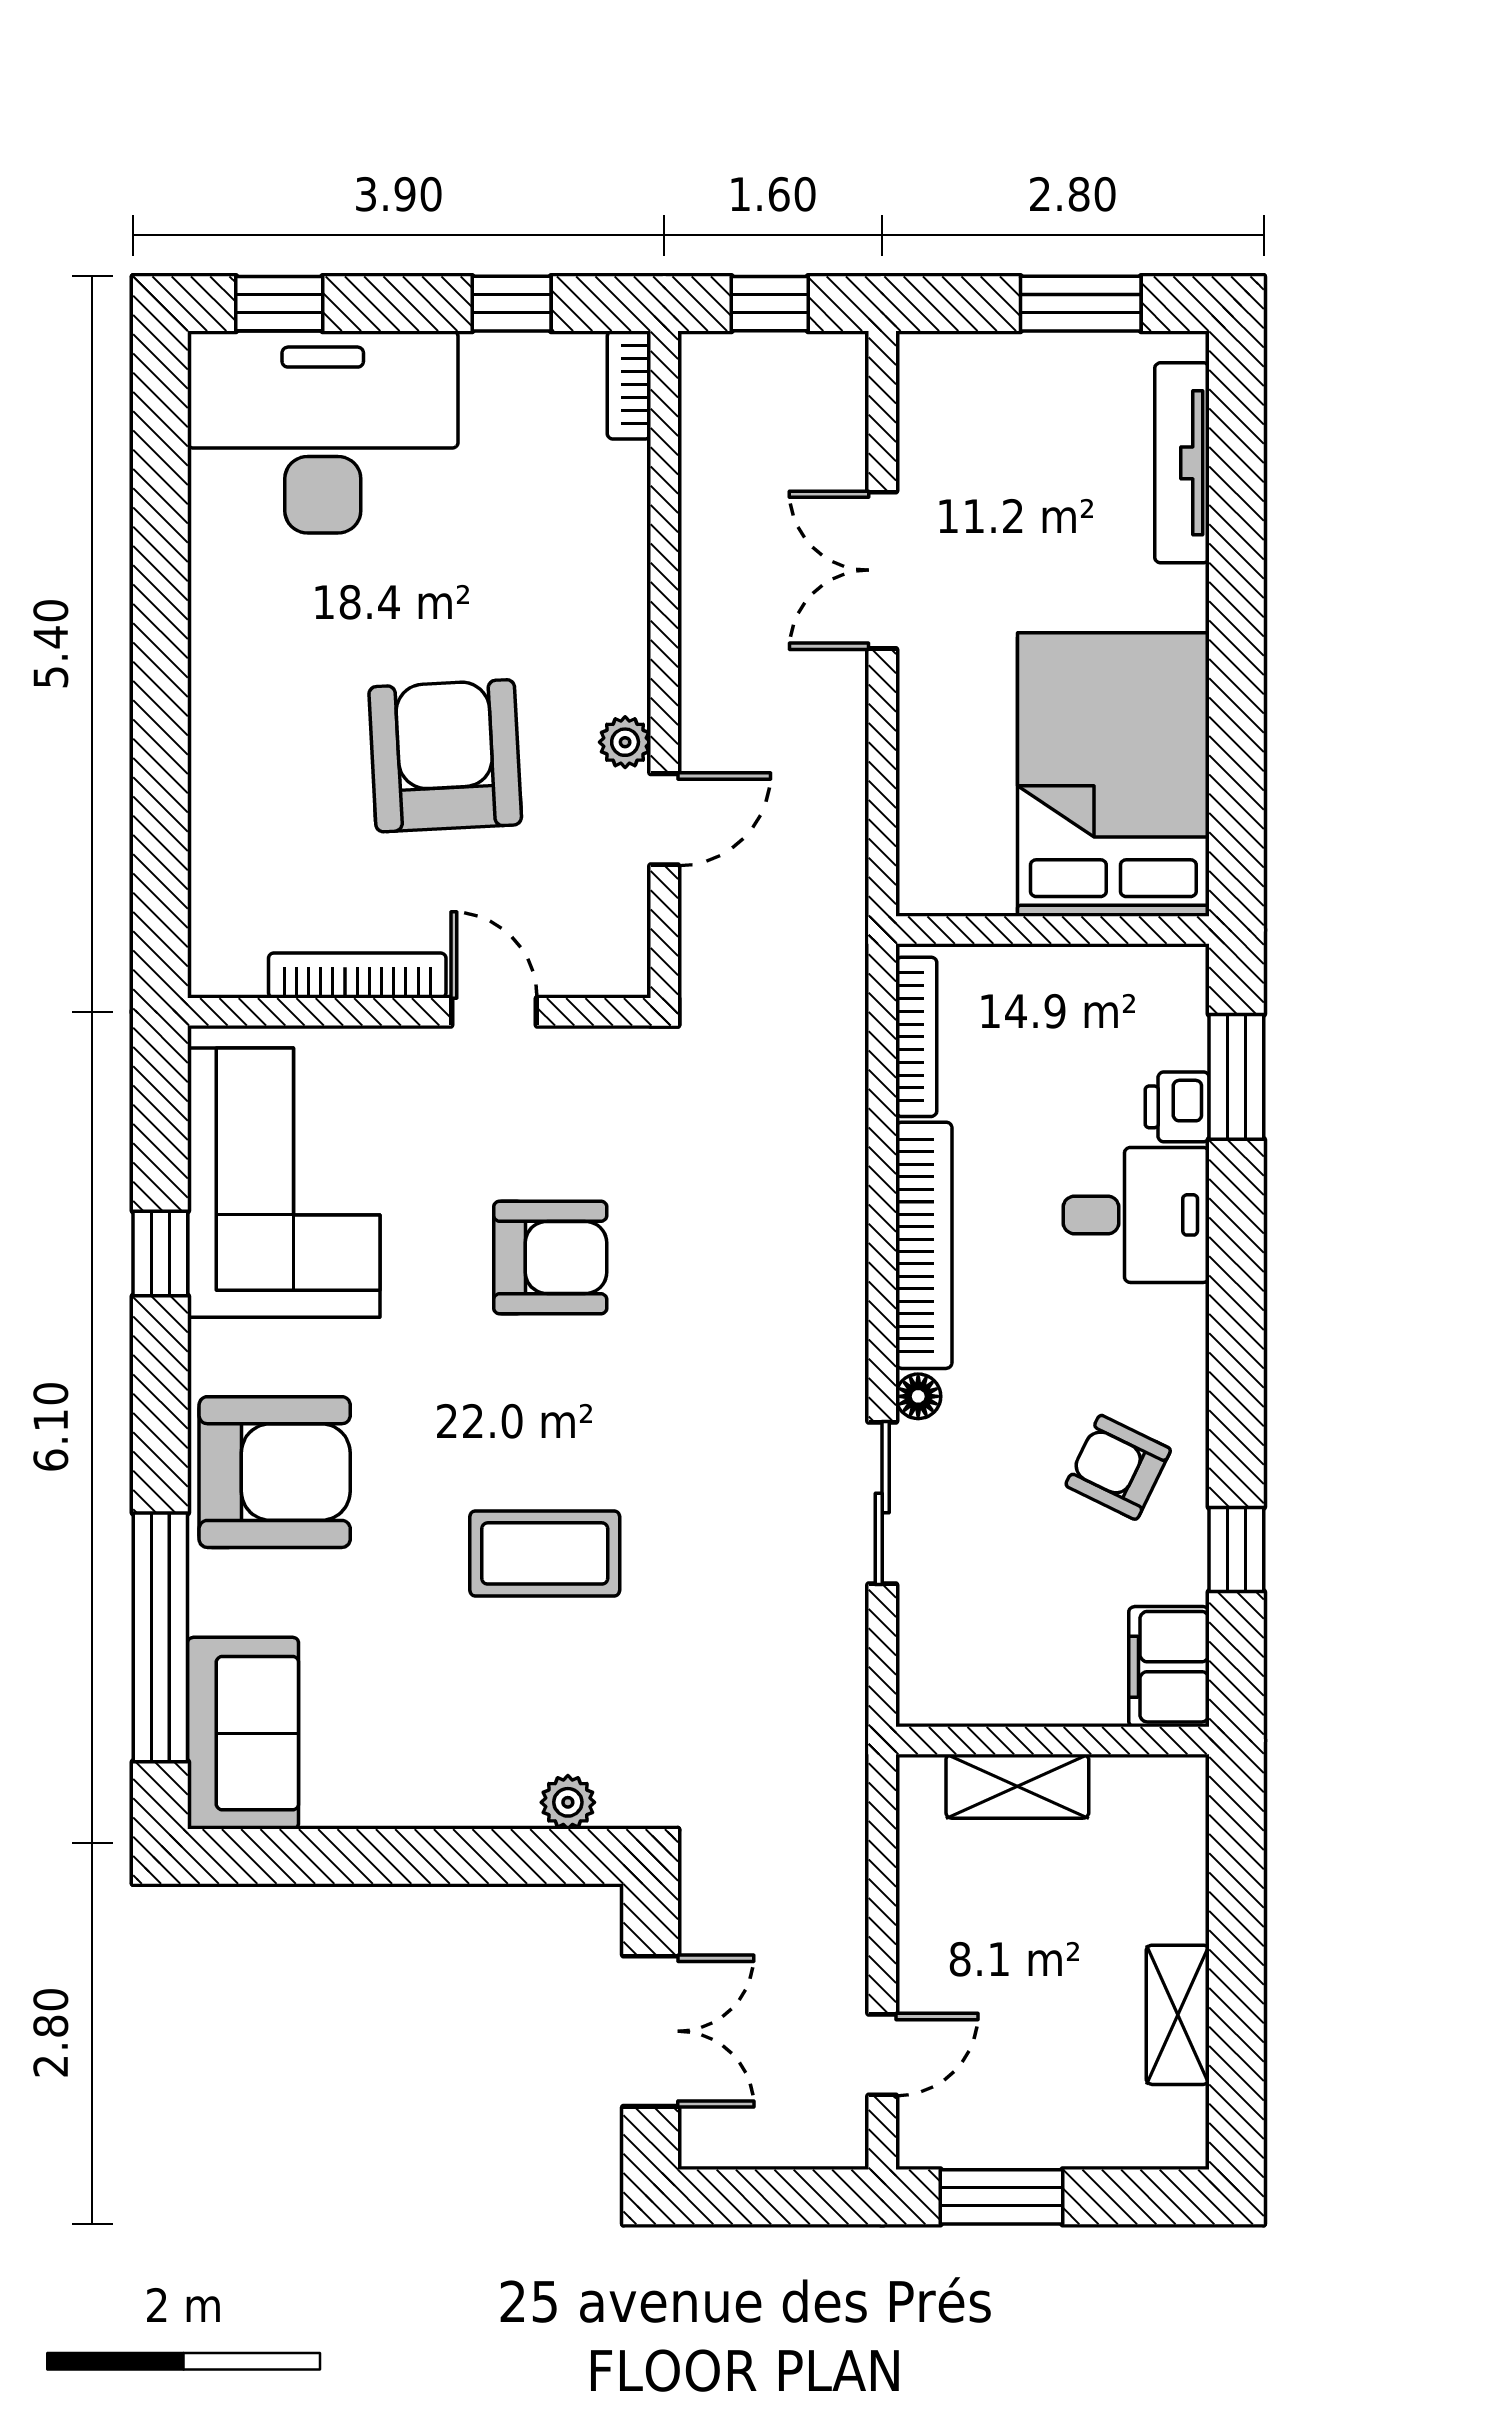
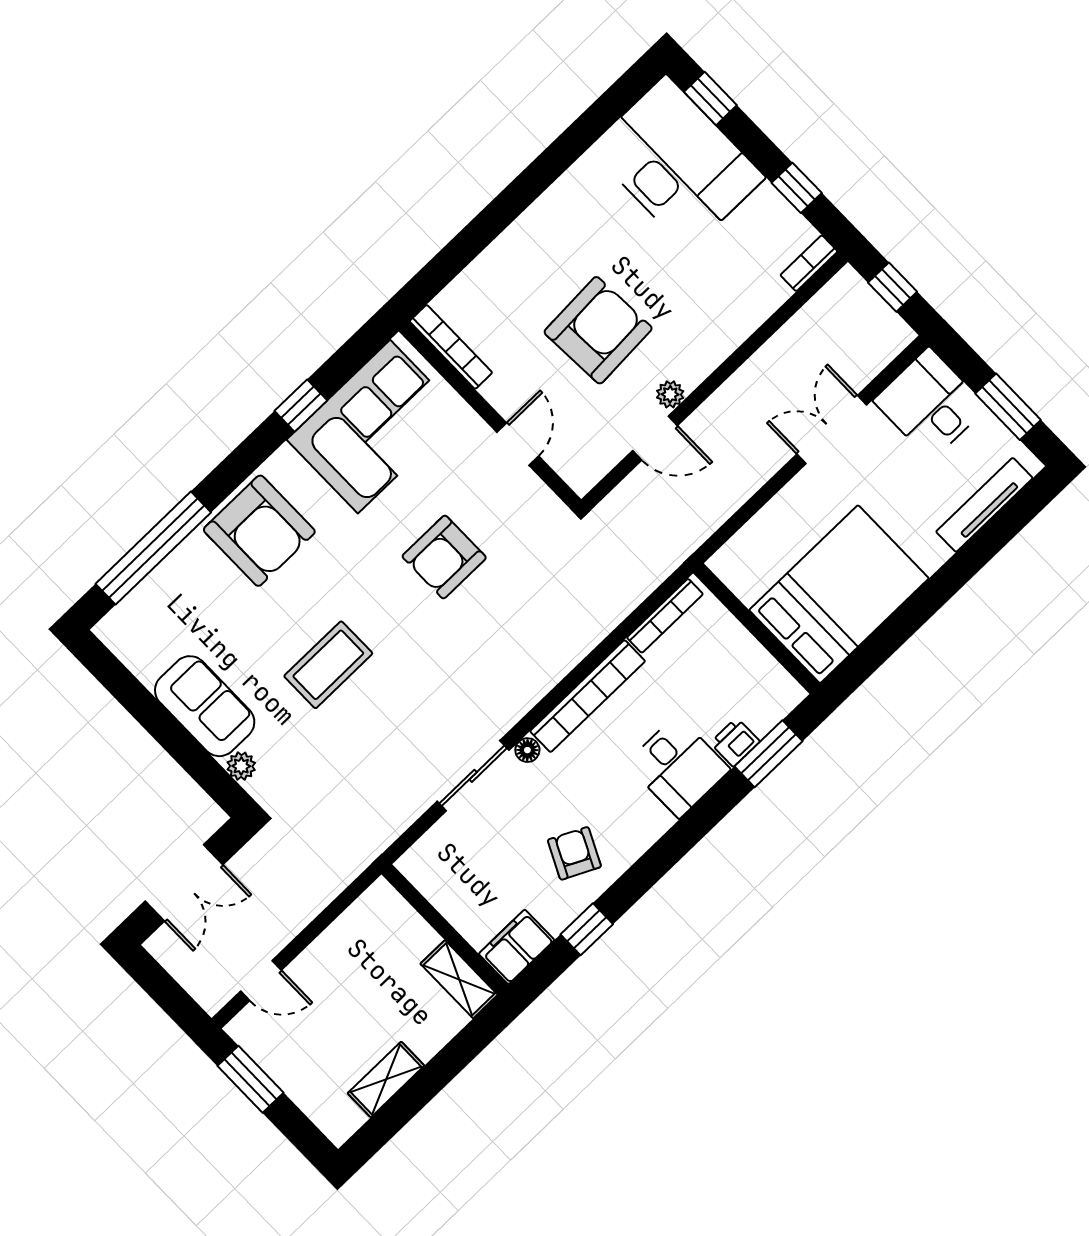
desk: (976, 405) -> (930, 404), added
bookcase: (357, 975) -> (451, 347), moved
armchair: (550, 1257) -> (444, 557), turned 90
coffee table: (545, 1553) -> (328, 665), turned 90
sofa: (243, 1733) -> (205, 706), moved, turned -90
shelving: (1017, 1786) -> (459, 979), moved

